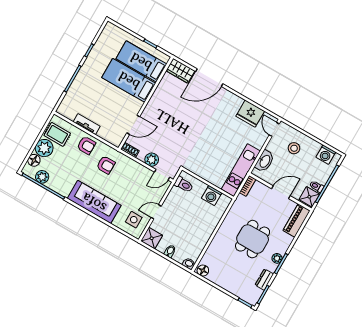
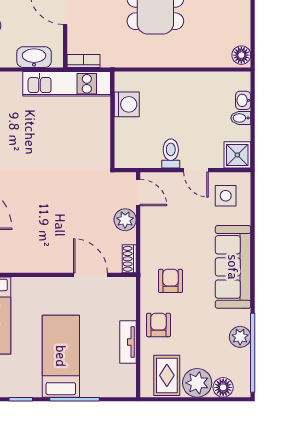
bed: (129, 80) -> (61, 356), moved, turned 180
plant: (42, 177) -> (240, 337), moved
toilet: (184, 184) -> (171, 154), moved
washbasin: (189, 264) -> (243, 100), moved

